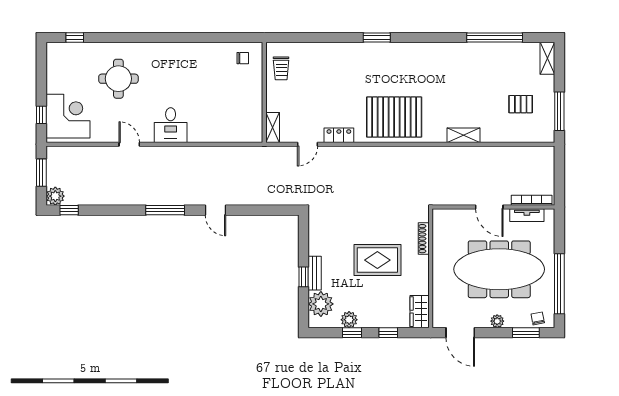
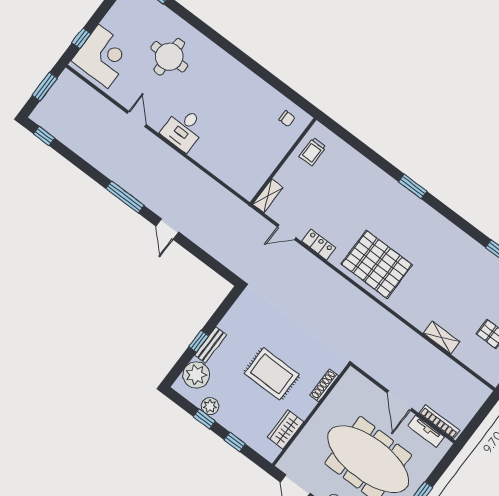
shelving: (464, 135) -> (442, 338), moved
plant: (55, 196) -> (41, 115), removed
wardrobe: (420, 312) -> (286, 429), moved

